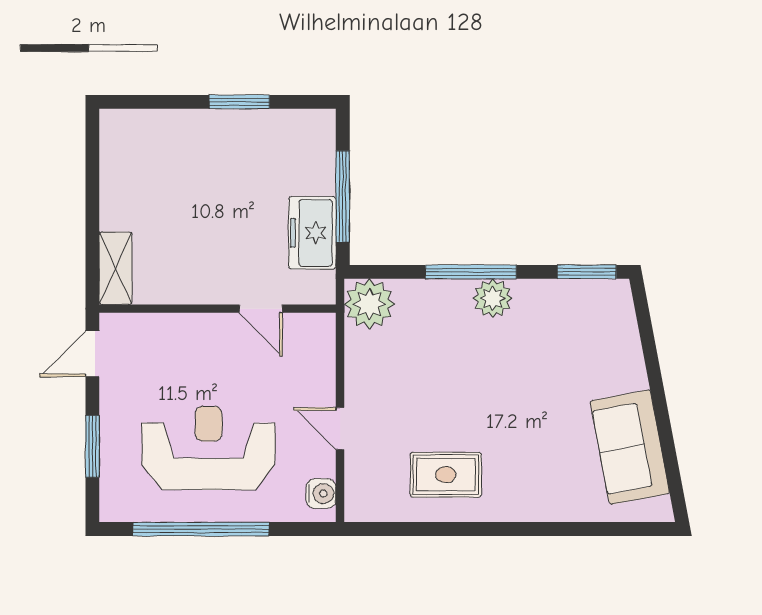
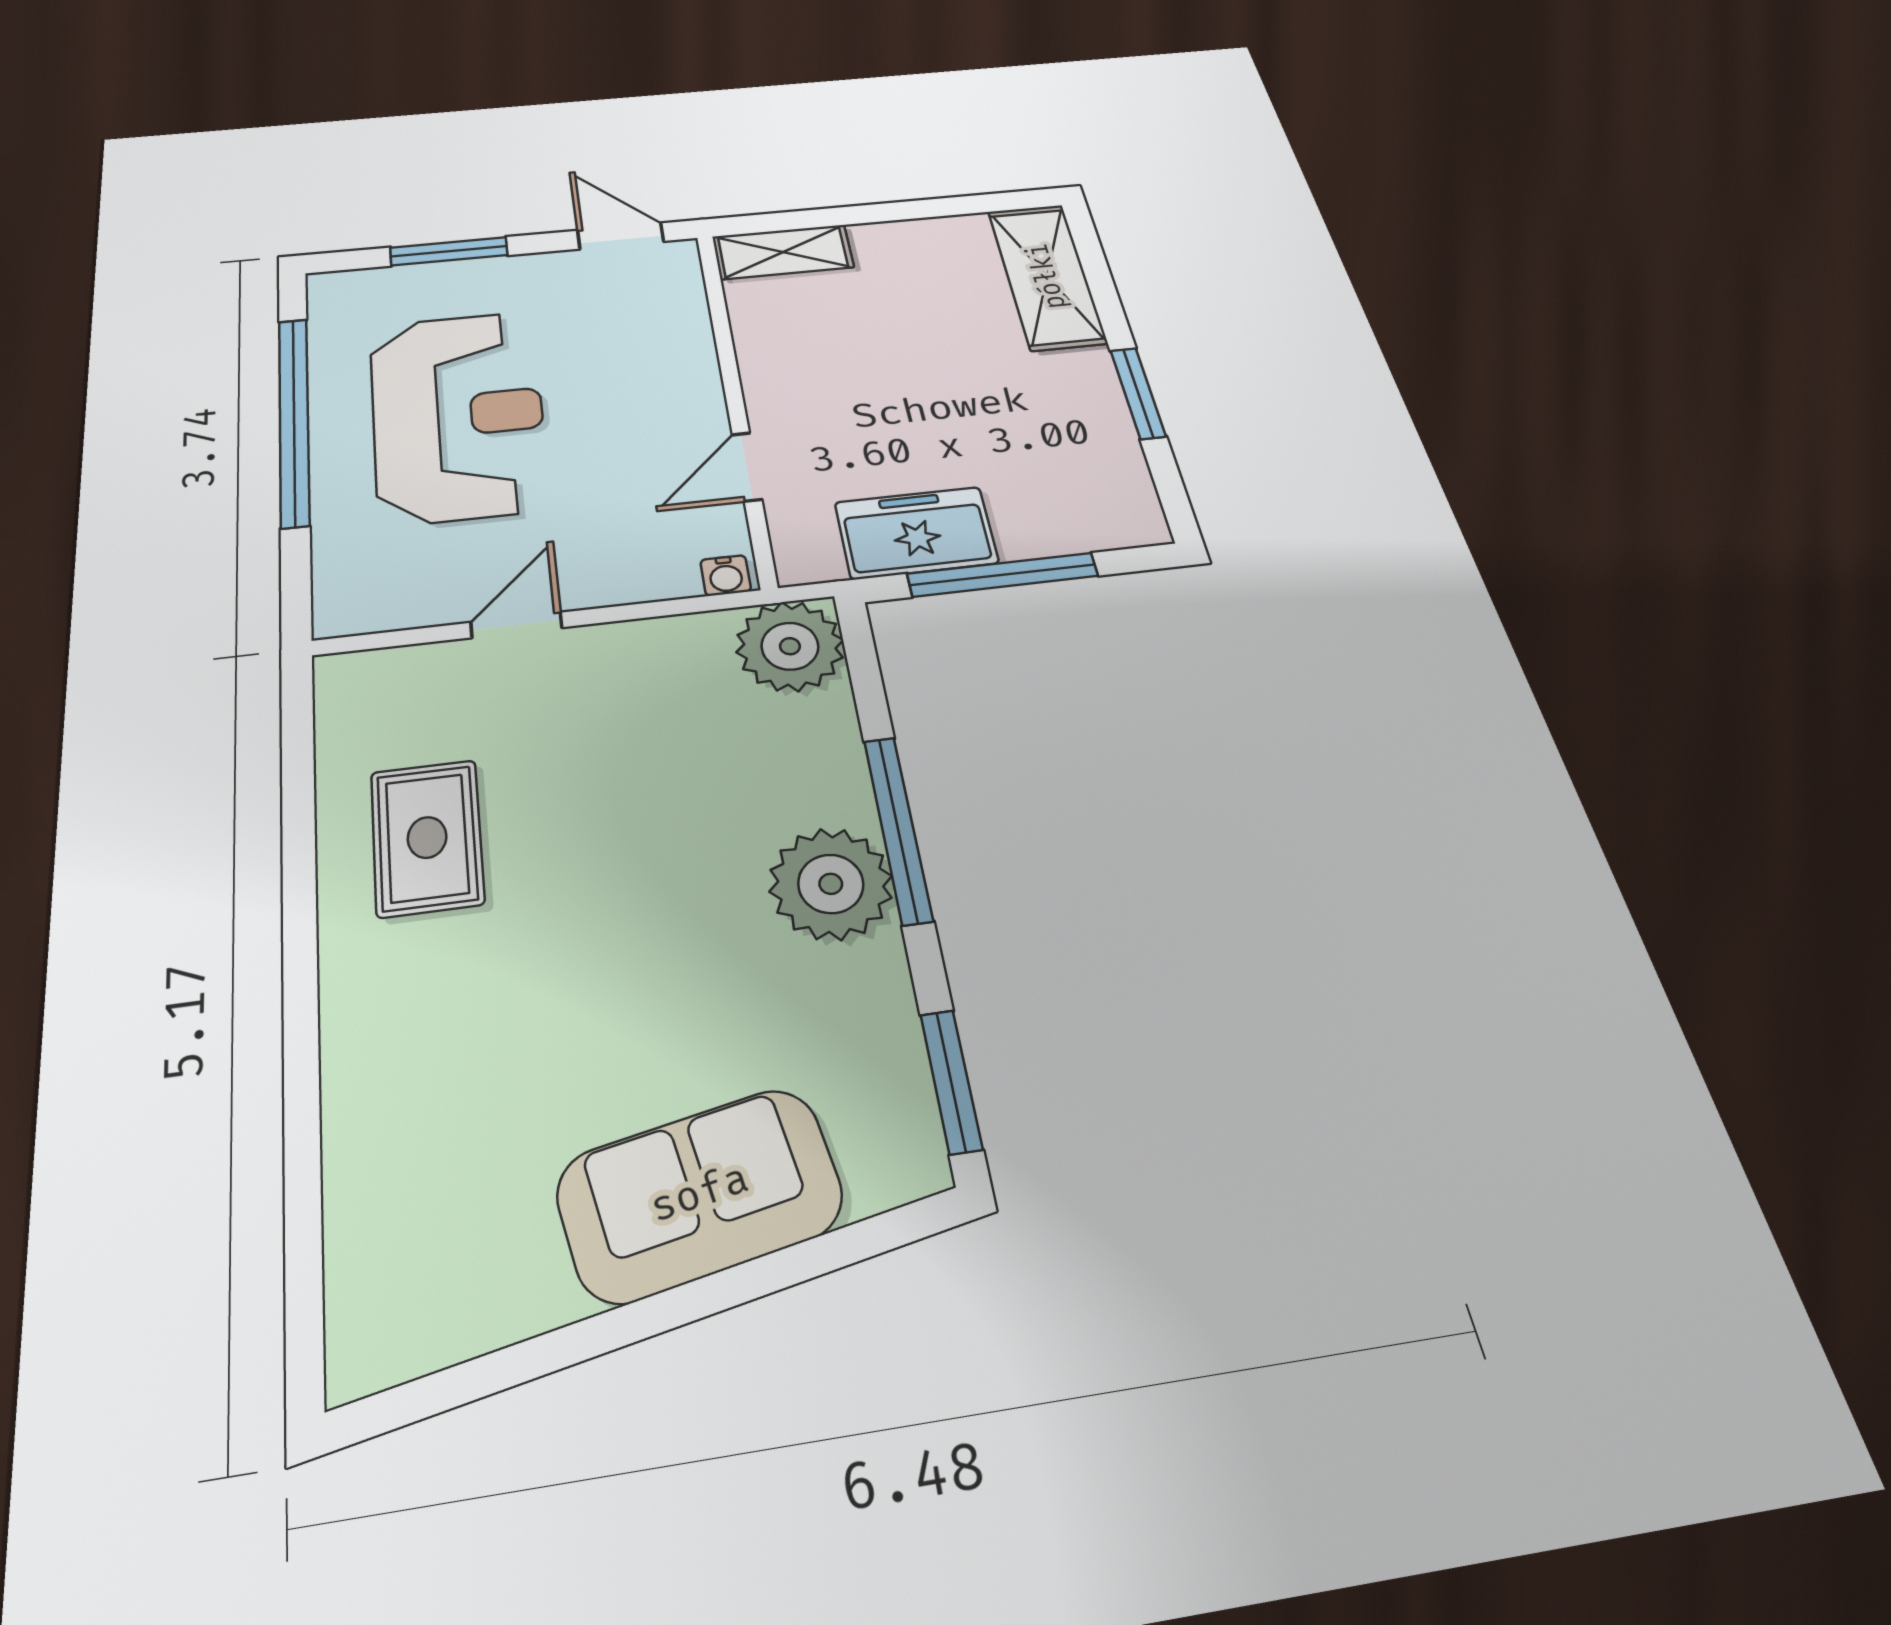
shelving: (152, 130) -> (1047, 276), added
plant: (493, 298) -> (831, 884), width x1.36, depth x1.36
sofa: (630, 447) -> (700, 1194), moved
water cooler: (321, 494) -> (726, 575), moved, width x0.72, depth x0.72

